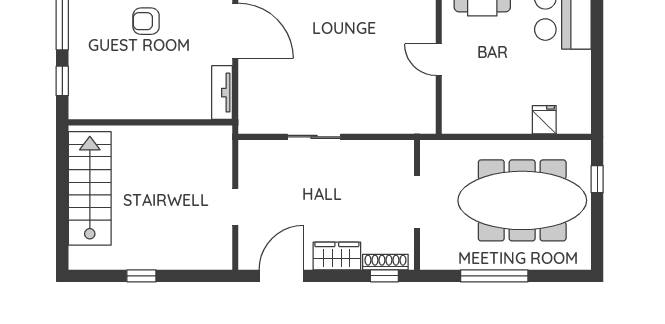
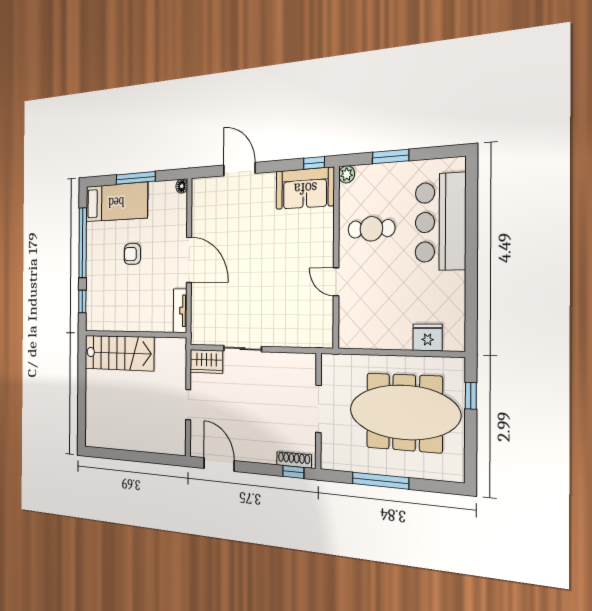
fridge: (544, 120) -> (428, 337), width x1.38
stairs: (90, 188) -> (119, 353), moved, turned 90
wardrobe: (337, 256) -> (206, 362), moved, turned 180
window: (141, 276) -> (128, 455), removed
door: (281, 276) -> (219, 465), hinge flipped

